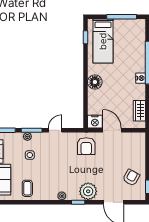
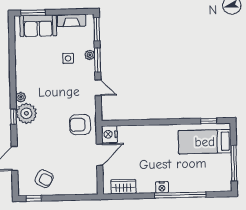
floor lamp: (95, 82) -> (156, 133), removed
coffee table: (27, 188) -> (29, 56), removed
plant: (88, 191) -> (26, 113), moved

